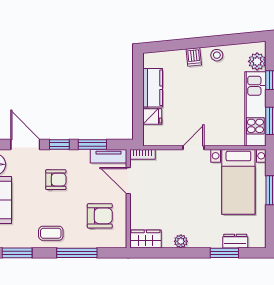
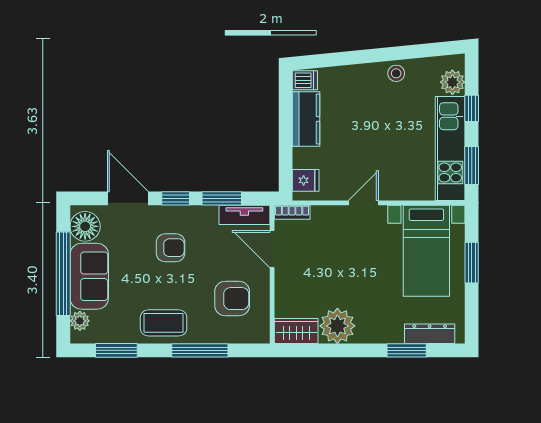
dishwasher: (194, 57) -> (305, 80), moved, turned -84
fridge: (152, 116) -> (306, 180), moved
coffee table: (51, 233) -> (164, 323), width x1.36, depth x1.30
plant: (181, 241) -> (337, 326), width x1.87, depth x1.87
dresser: (235, 241) -> (430, 334), width x1.44

